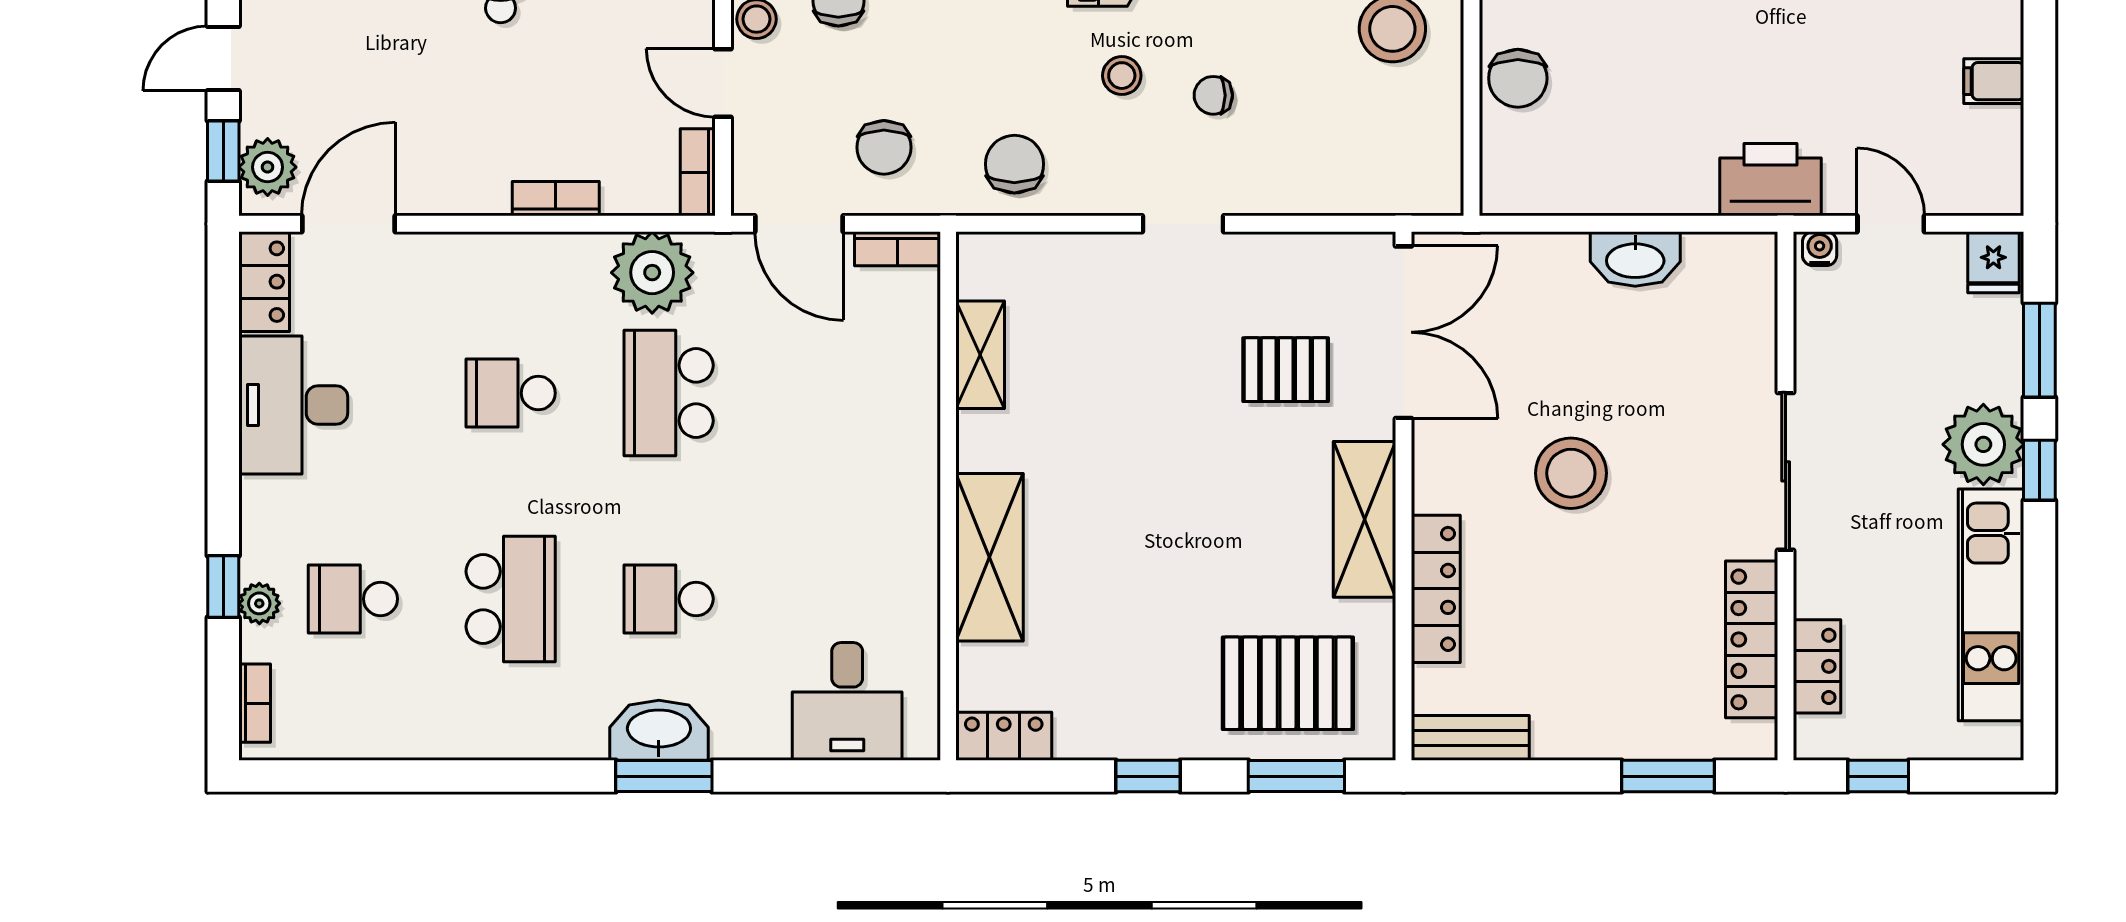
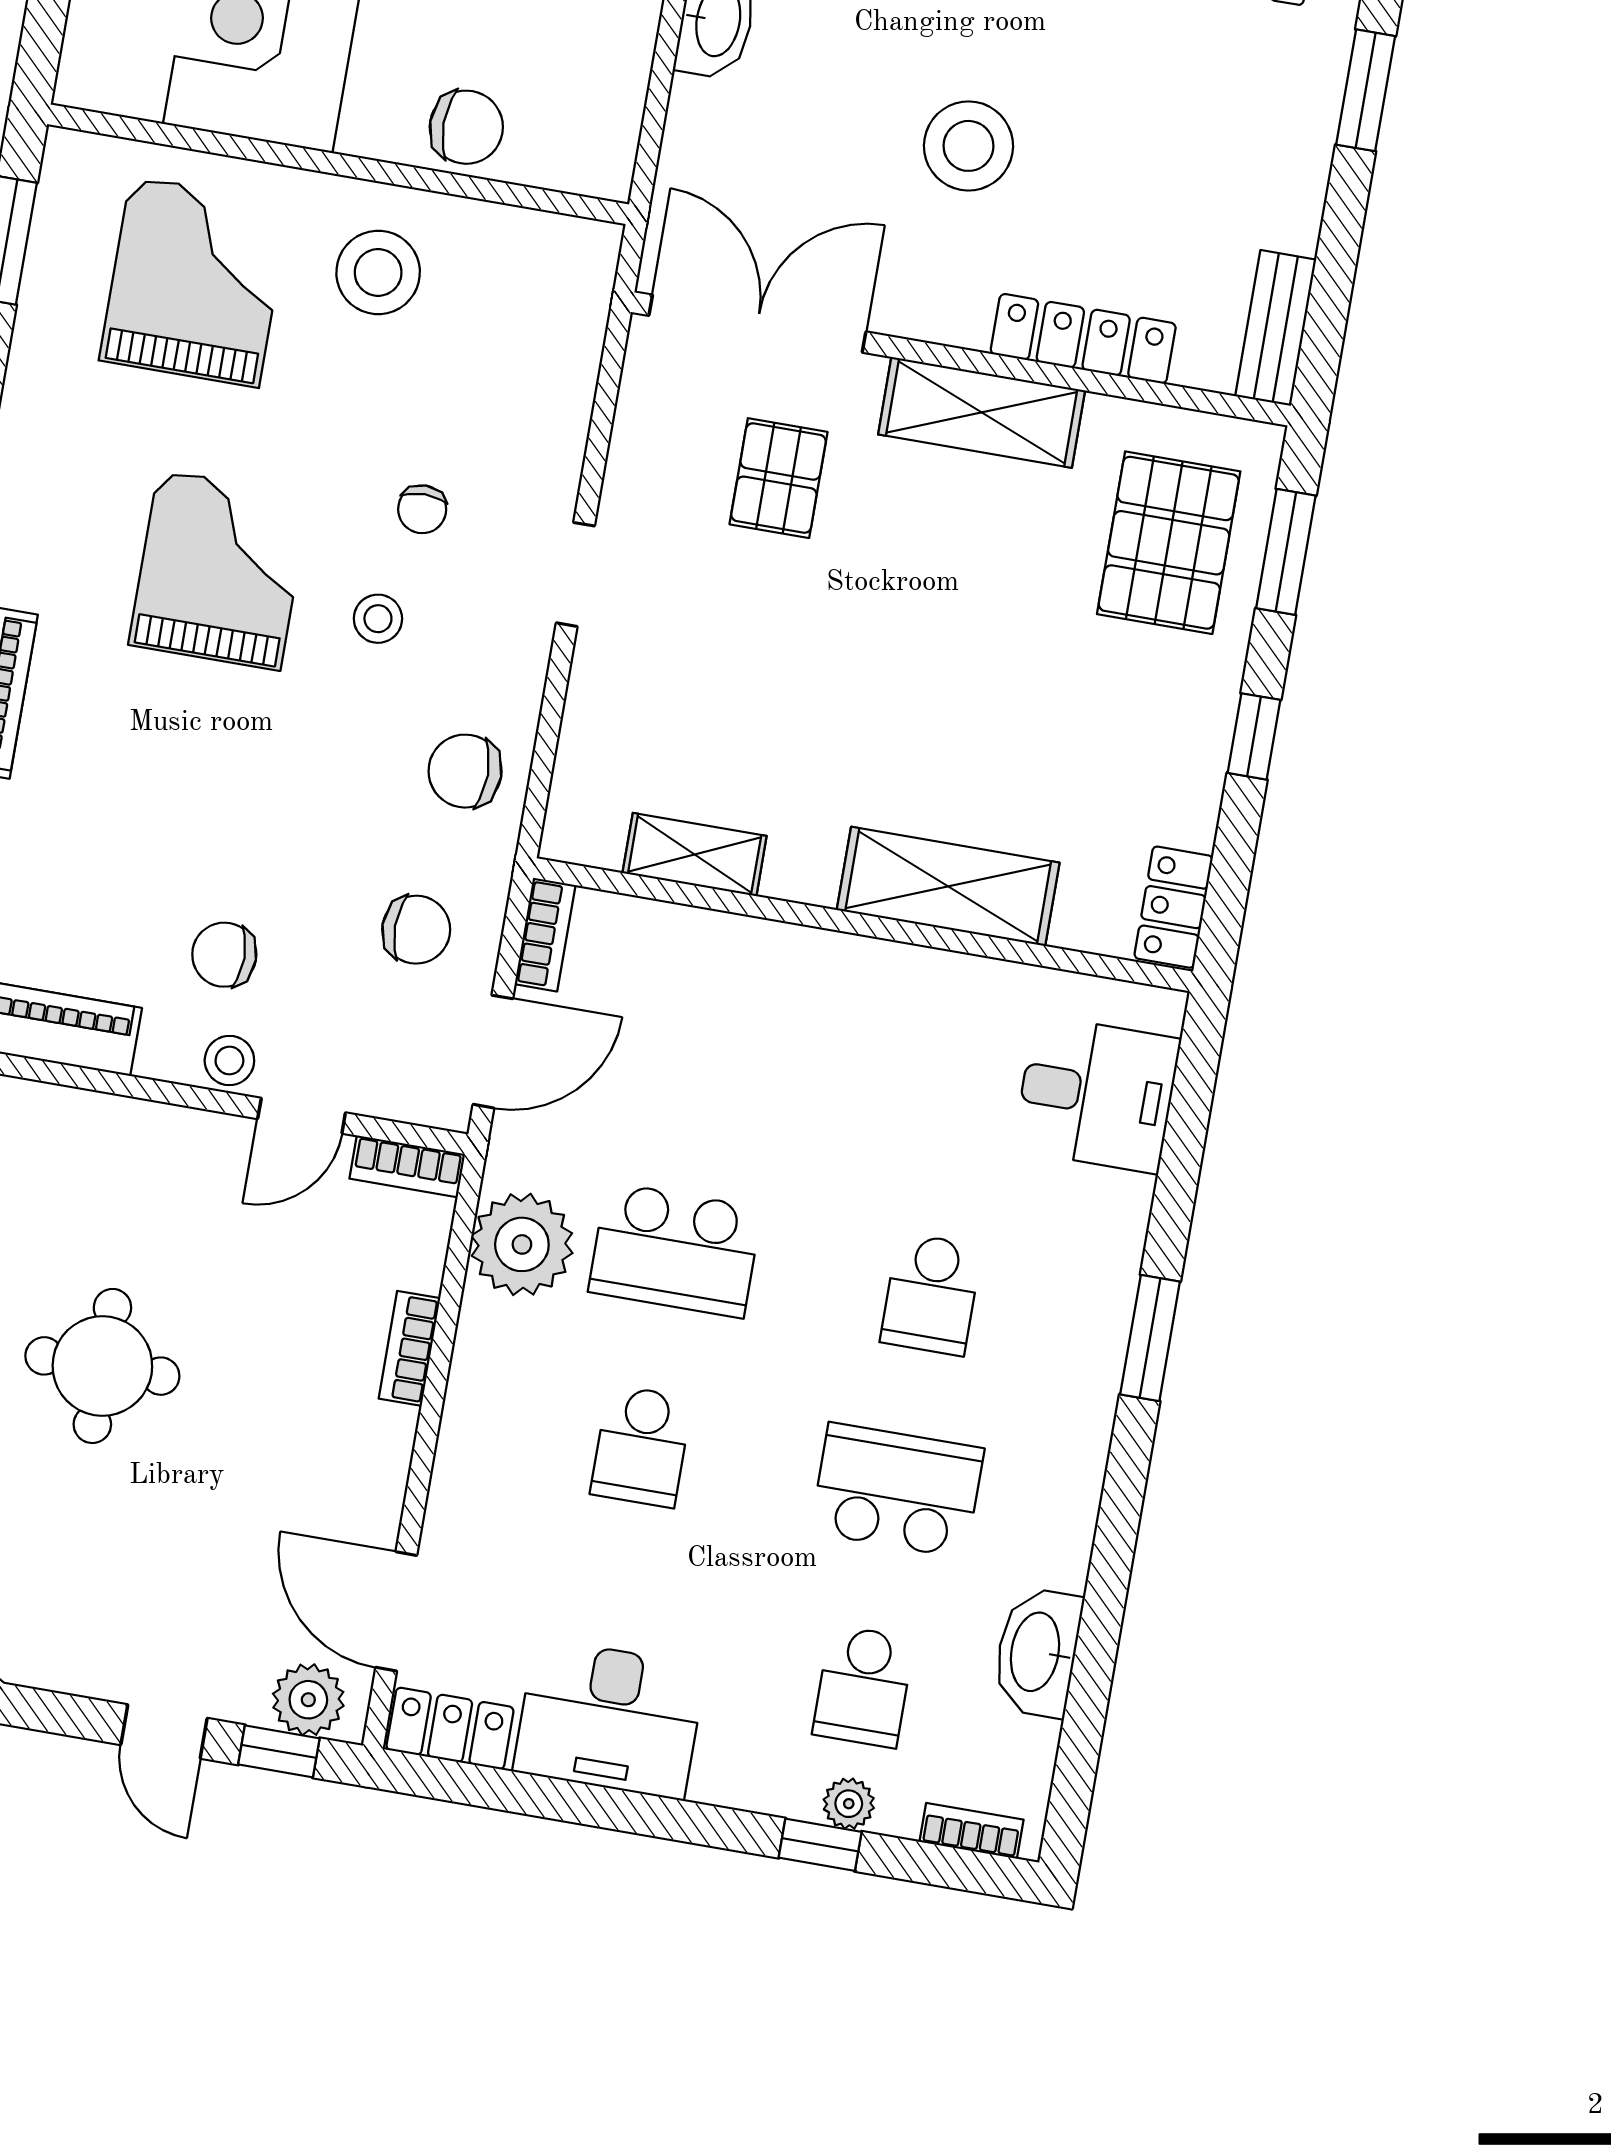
washbasin: (659, 730) -> (1037, 1652), moved

